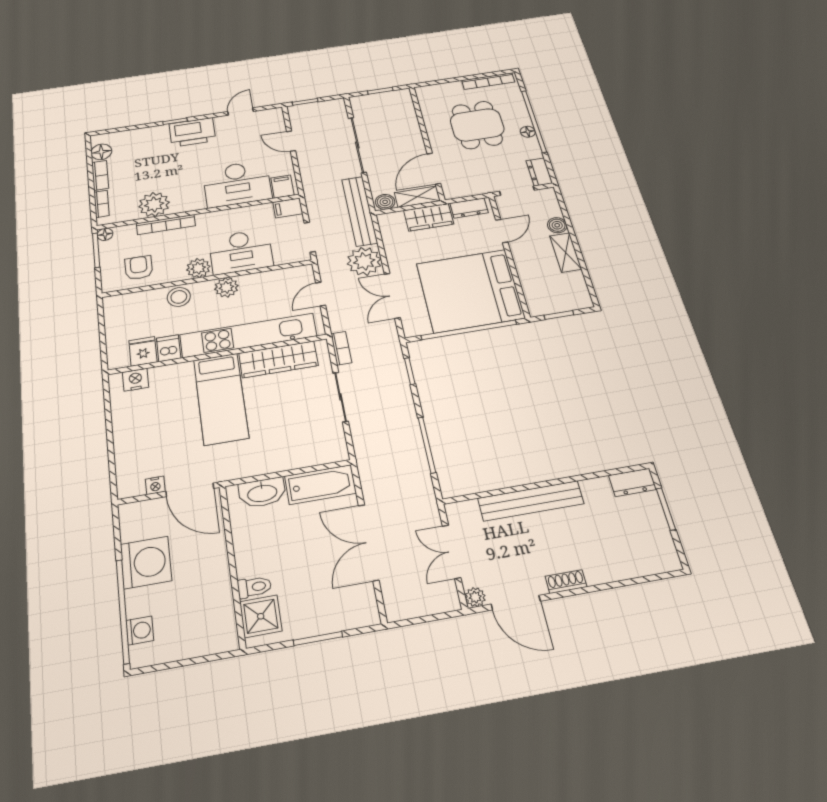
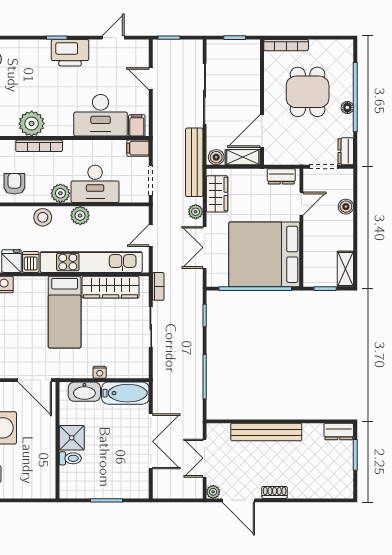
bookcase: (488, 81) -> (286, 45), moved
wardrobe: (429, 217) -> (217, 194), moved, turned -90
shelving: (566, 252) -> (345, 269), moved
plant: (364, 261) -> (196, 212), width x0.53, depth x0.53
nightstand: (155, 485) -> (100, 372), moved
double door: (369, 542) -> (151, 441), swing flipped
shower: (261, 616) -> (72, 438), moved

